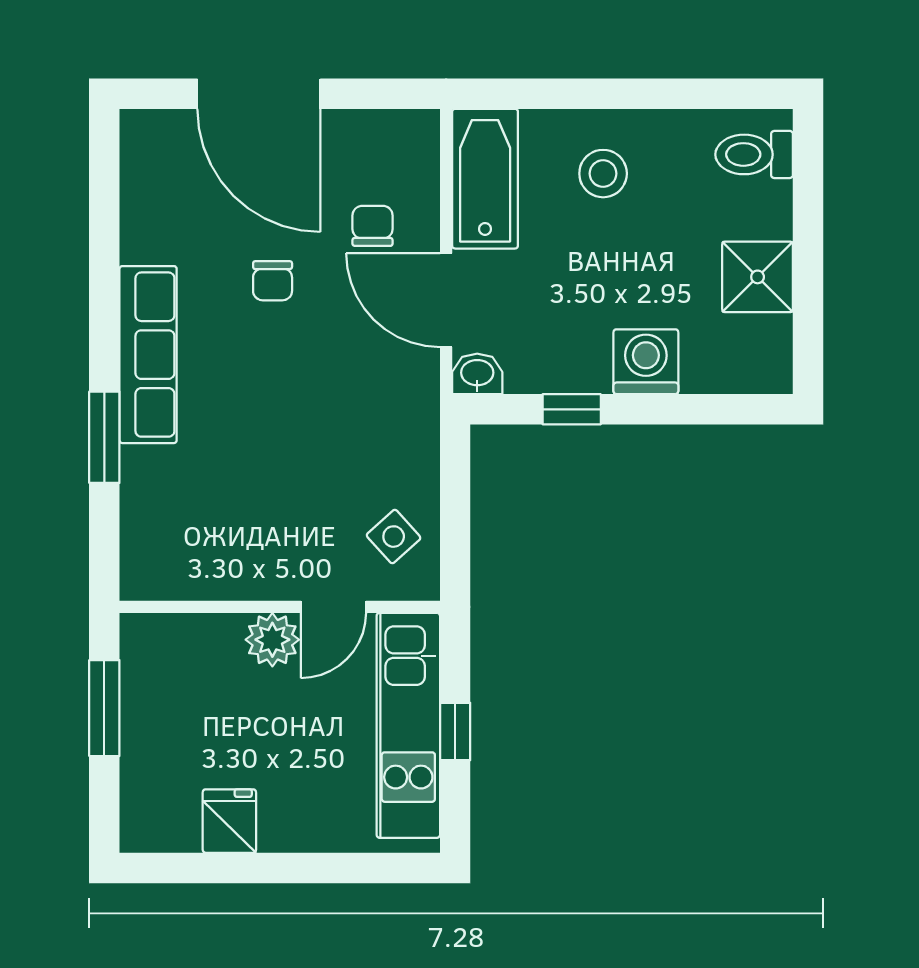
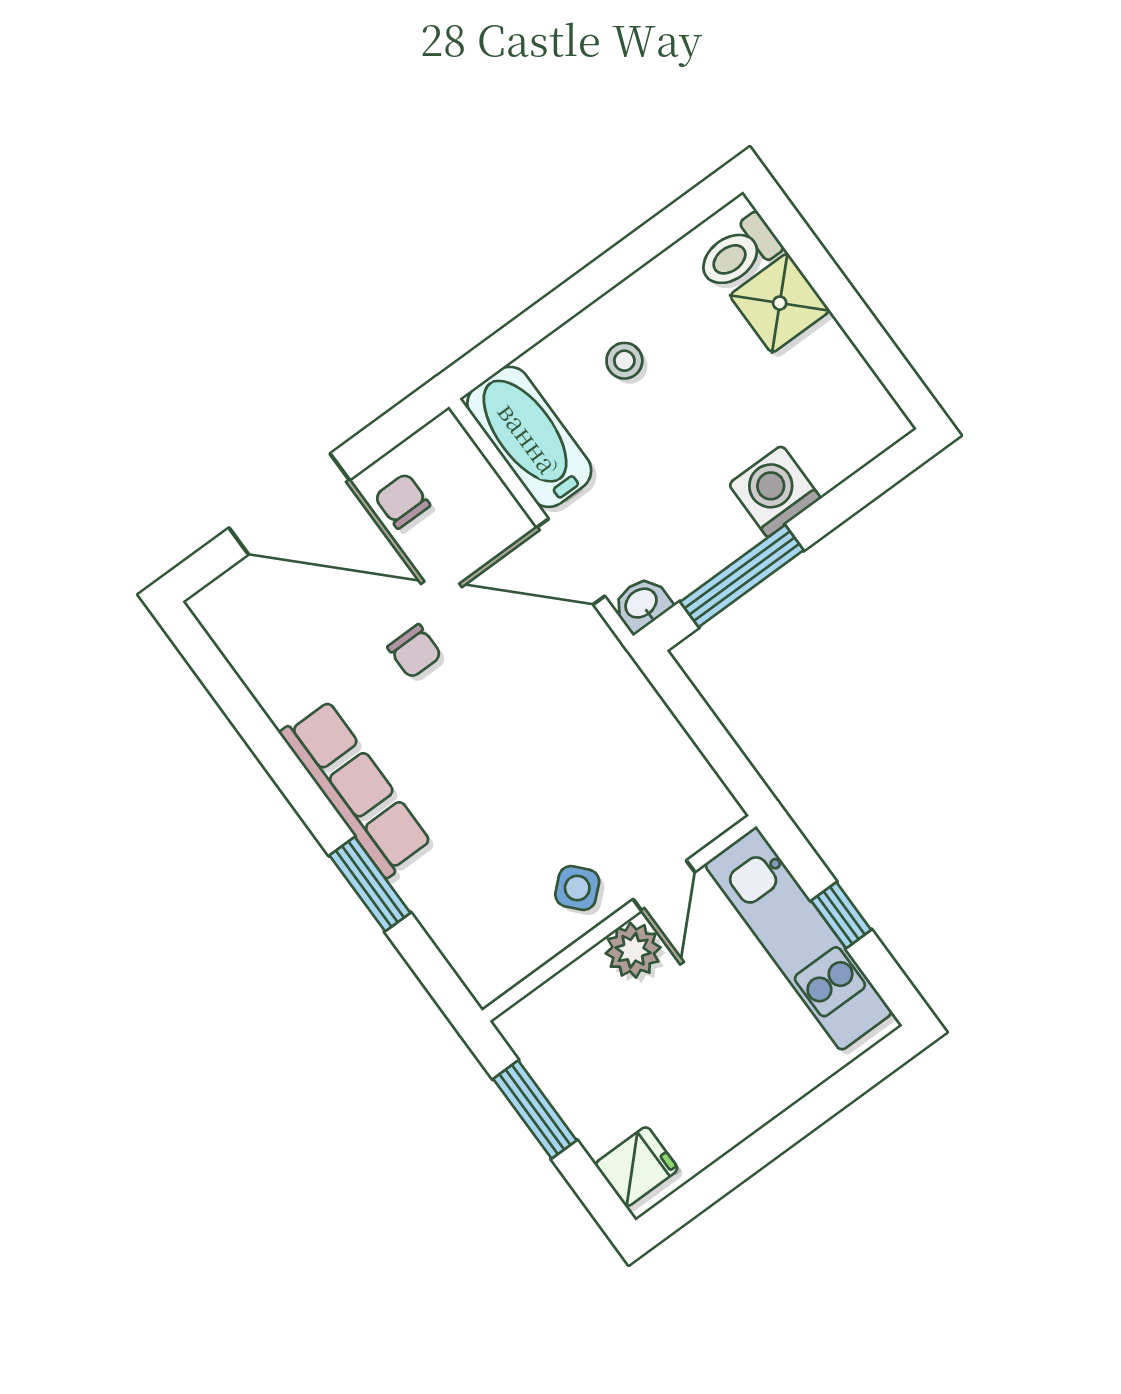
stool: (603, 174) -> (624, 361), width x0.73, depth x0.73
chair: (373, 226) -> (402, 501), moved
shower: (758, 277) -> (780, 303), moved
window: (572, 409) -> (742, 576), width x2.17
side table: (394, 537) -> (577, 888), moved
fridge: (229, 821) -> (637, 1167), moved, turned 90

